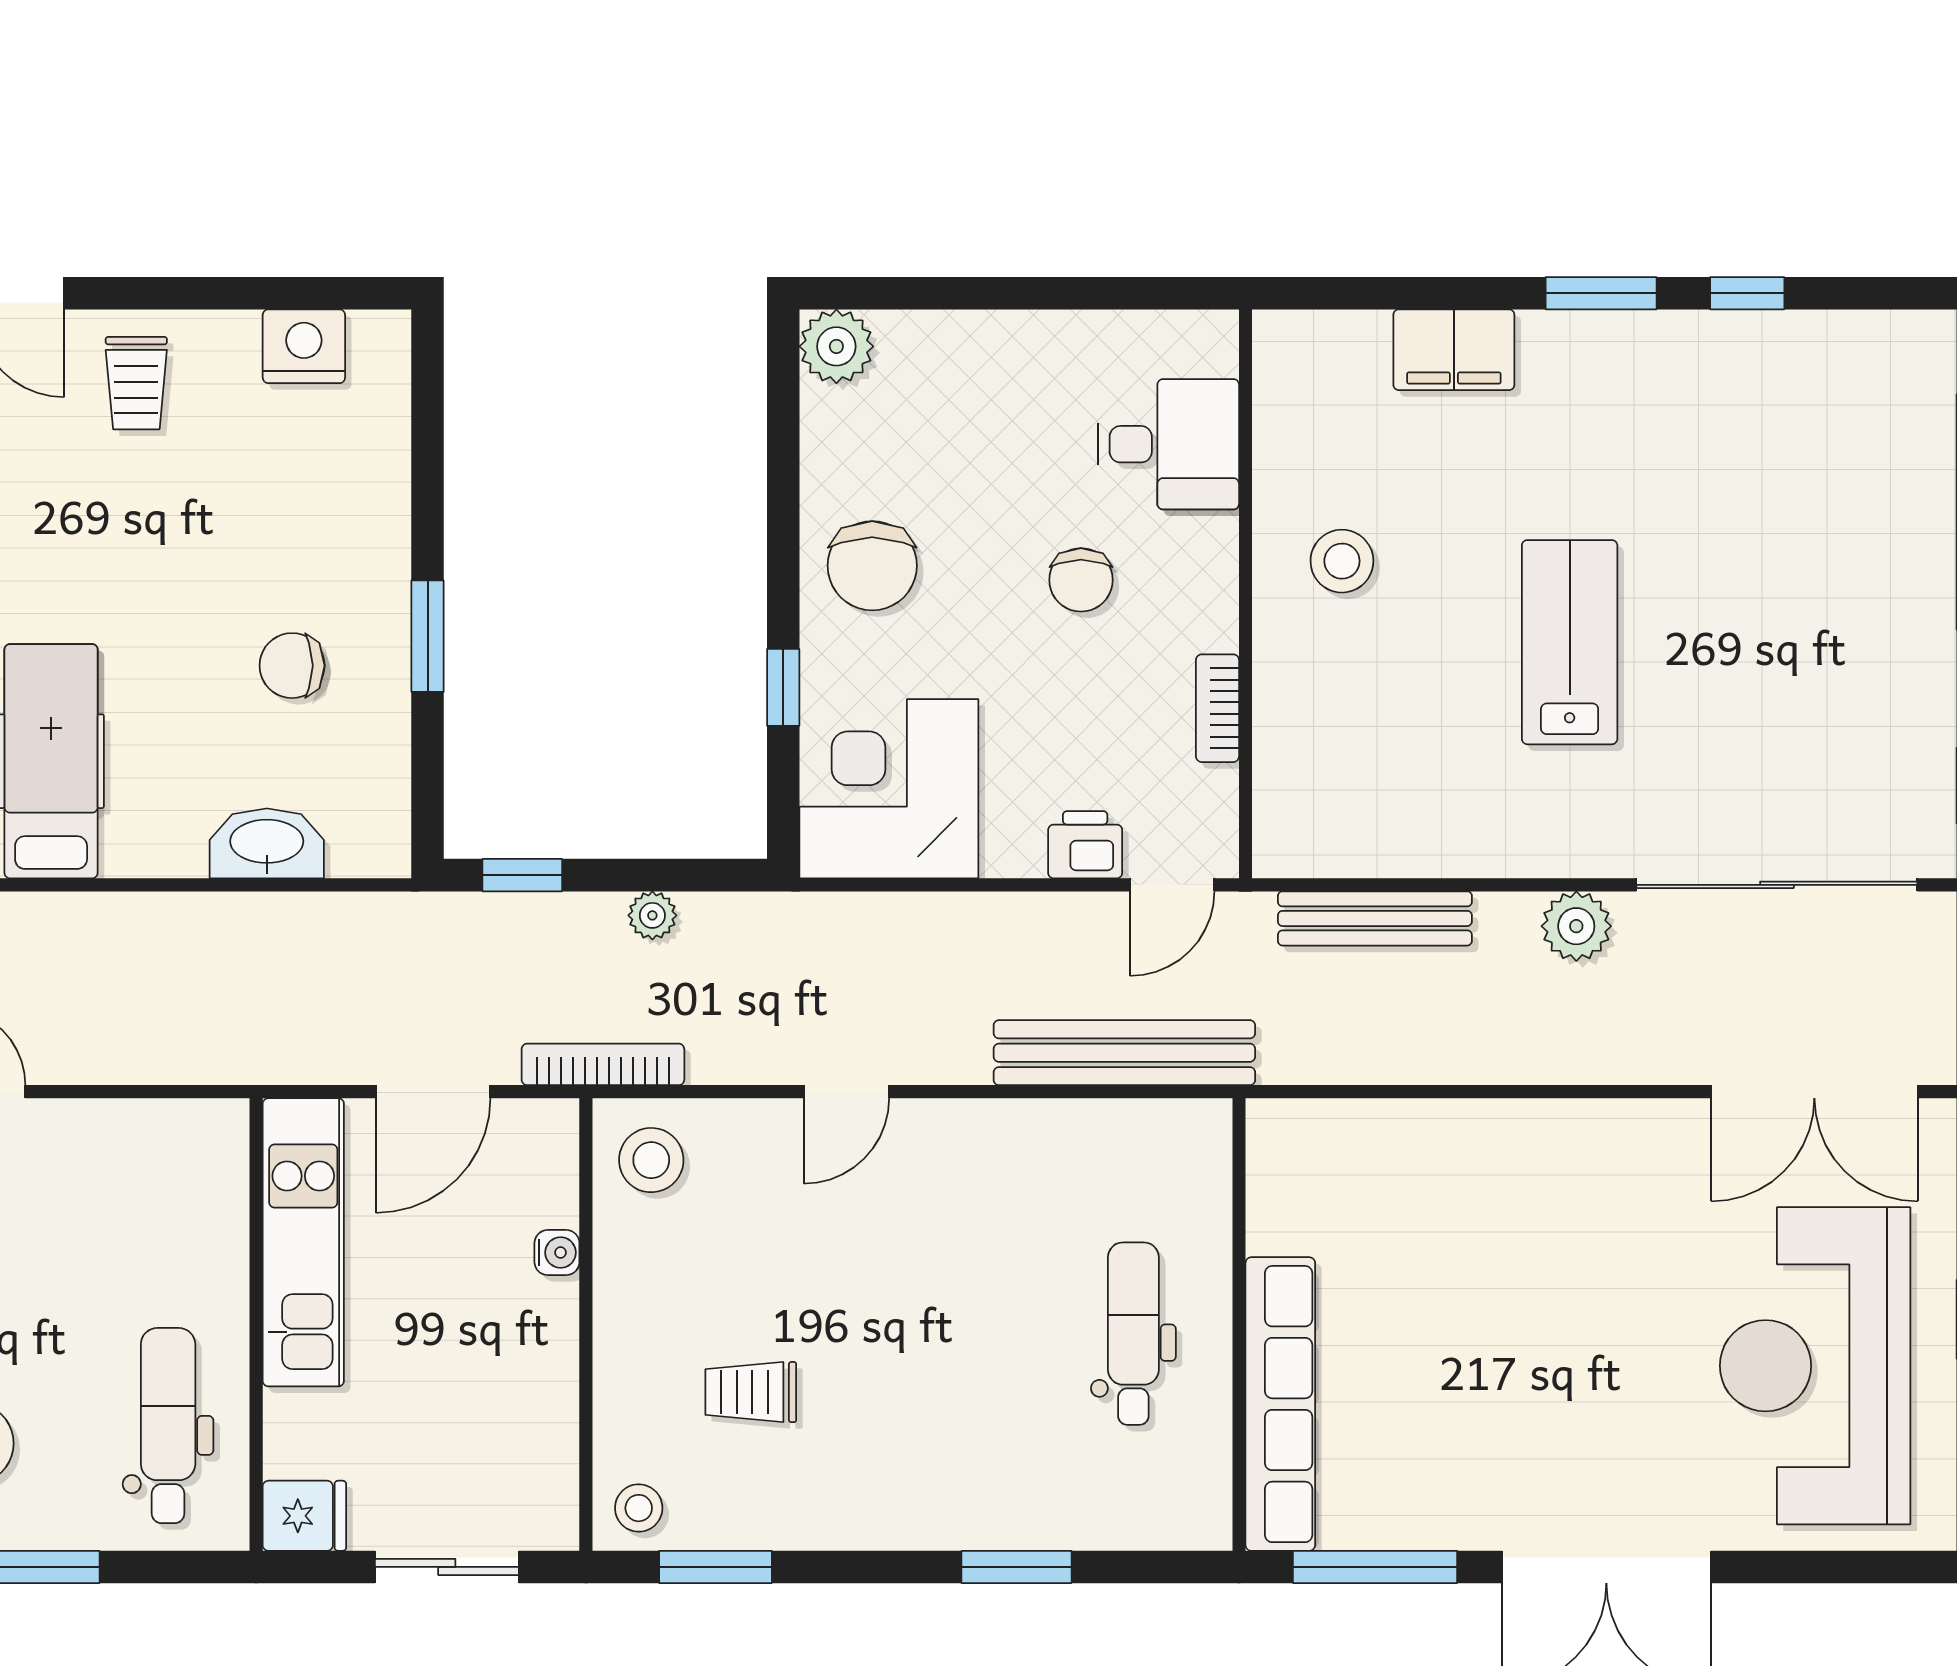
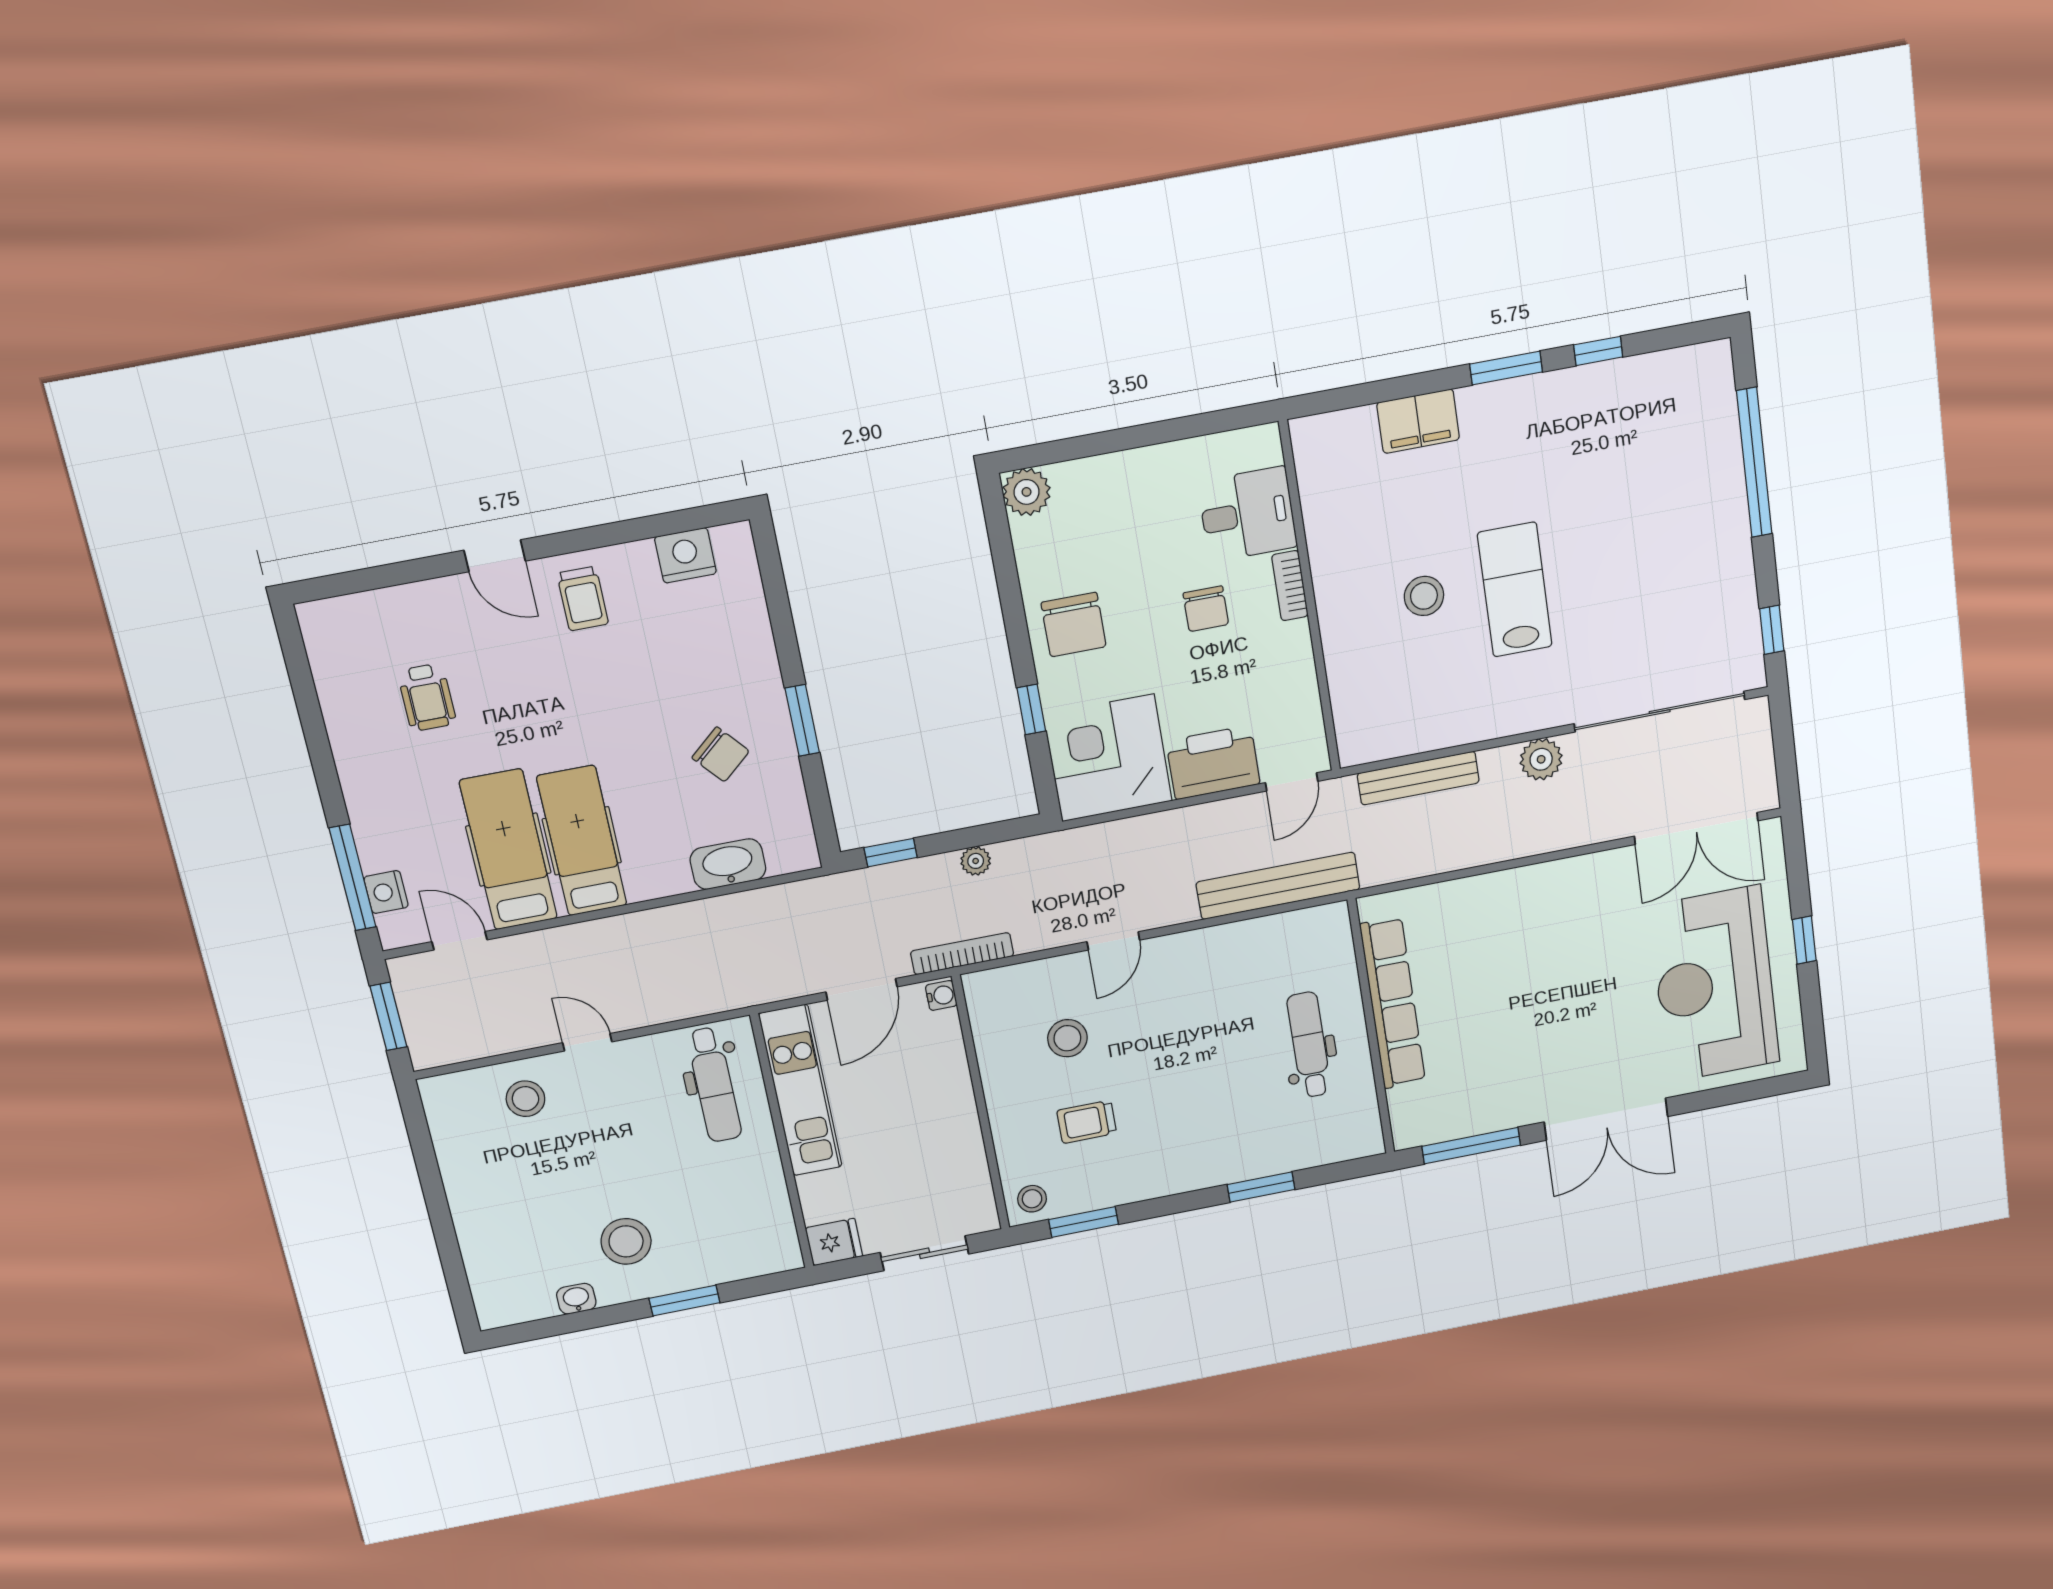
stool: (1342, 561) -> (1424, 596), moved
chair: (292, 666) -> (721, 754), turned -131
bookcase: (1217, 708) -> (1290, 586), moved
printer: (1085, 845) -> (1213, 762), width x1.87, depth x1.48
stool: (651, 1160) -> (1067, 1038), moved
water cooler: (557, 1253) -> (941, 995), moved
row of seats: (1280, 1404) -> (1393, 1003), moved
dental chair: (168, 1426) -> (714, 1085), moved, turned 180

